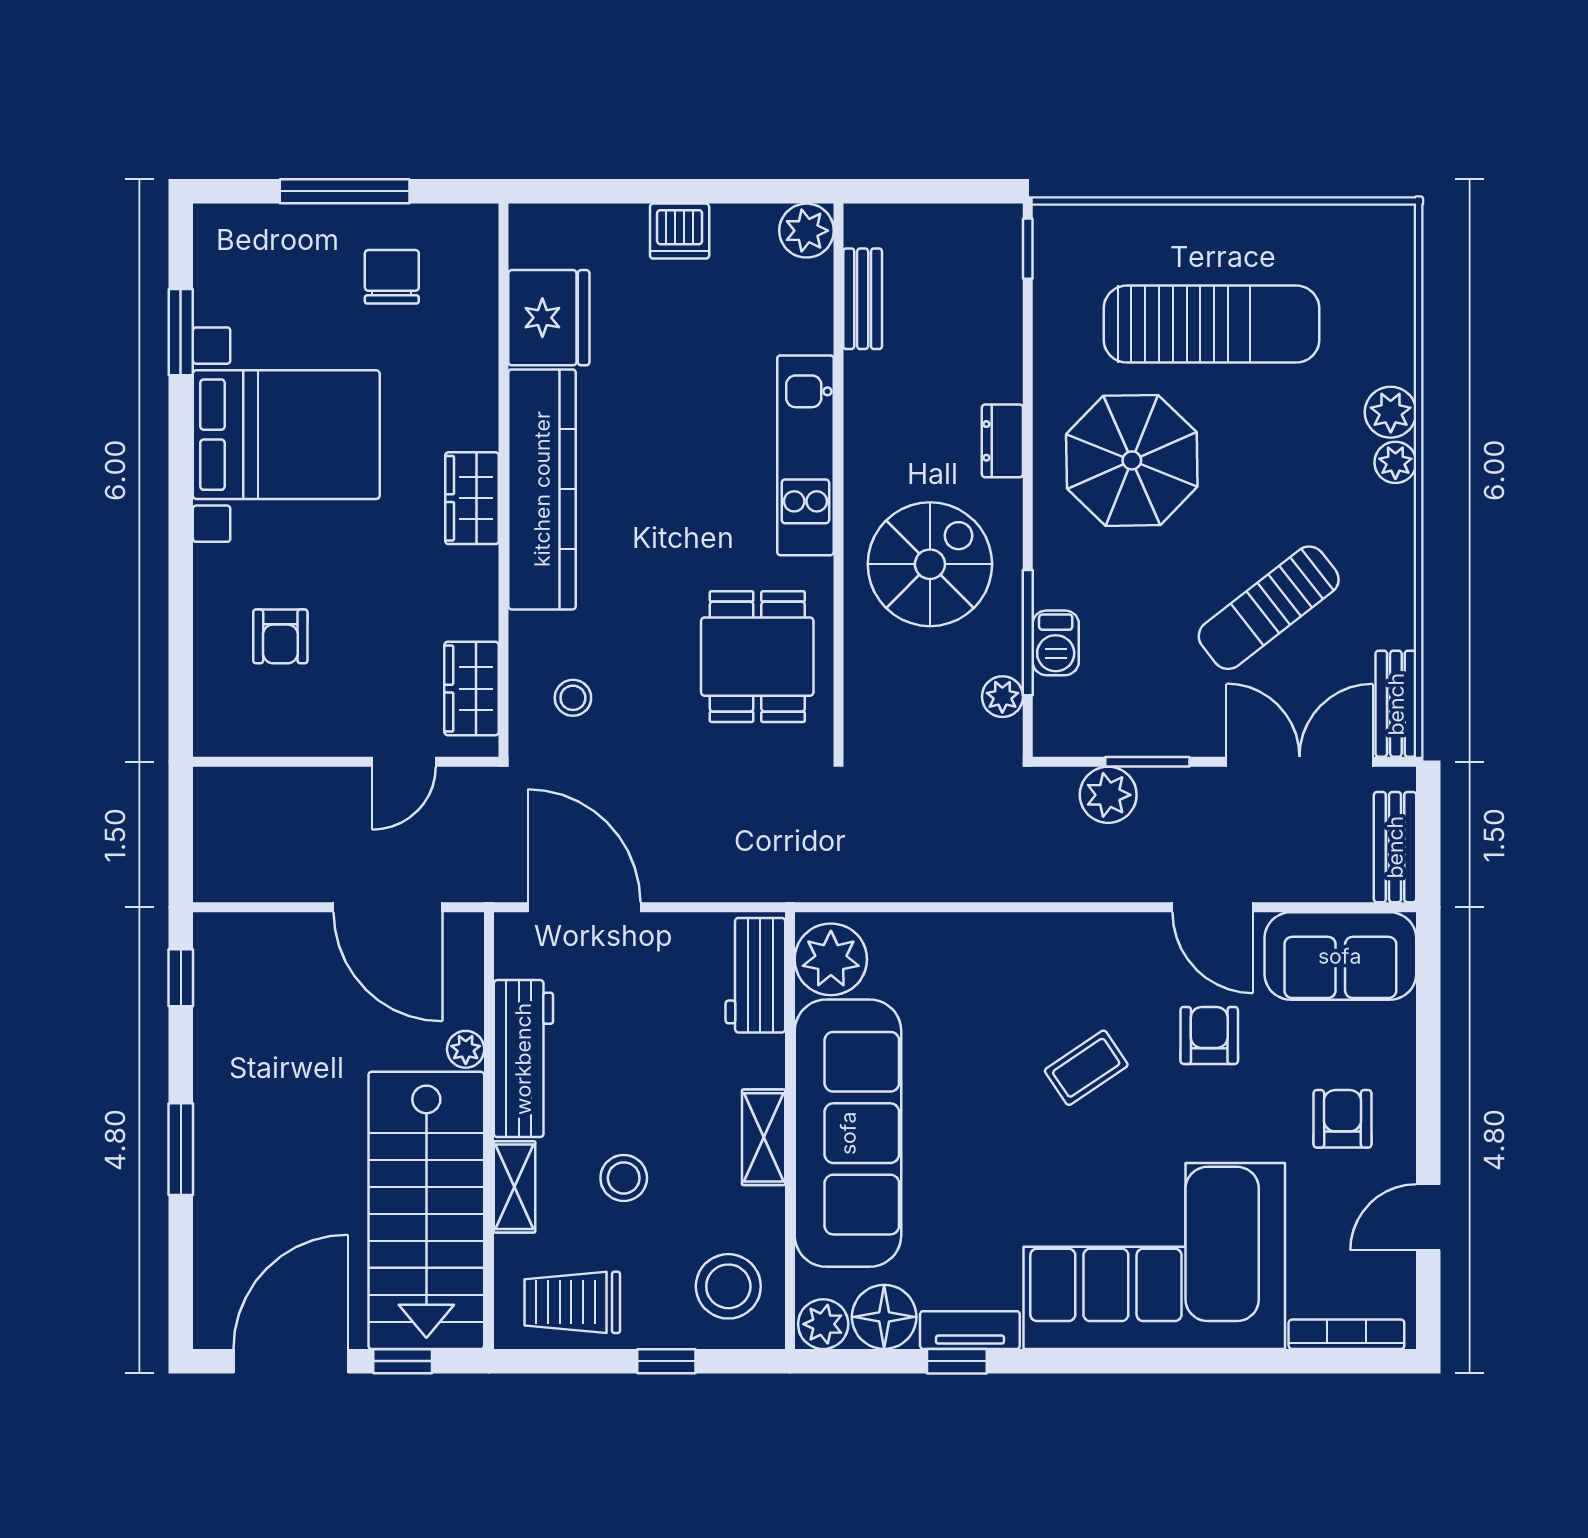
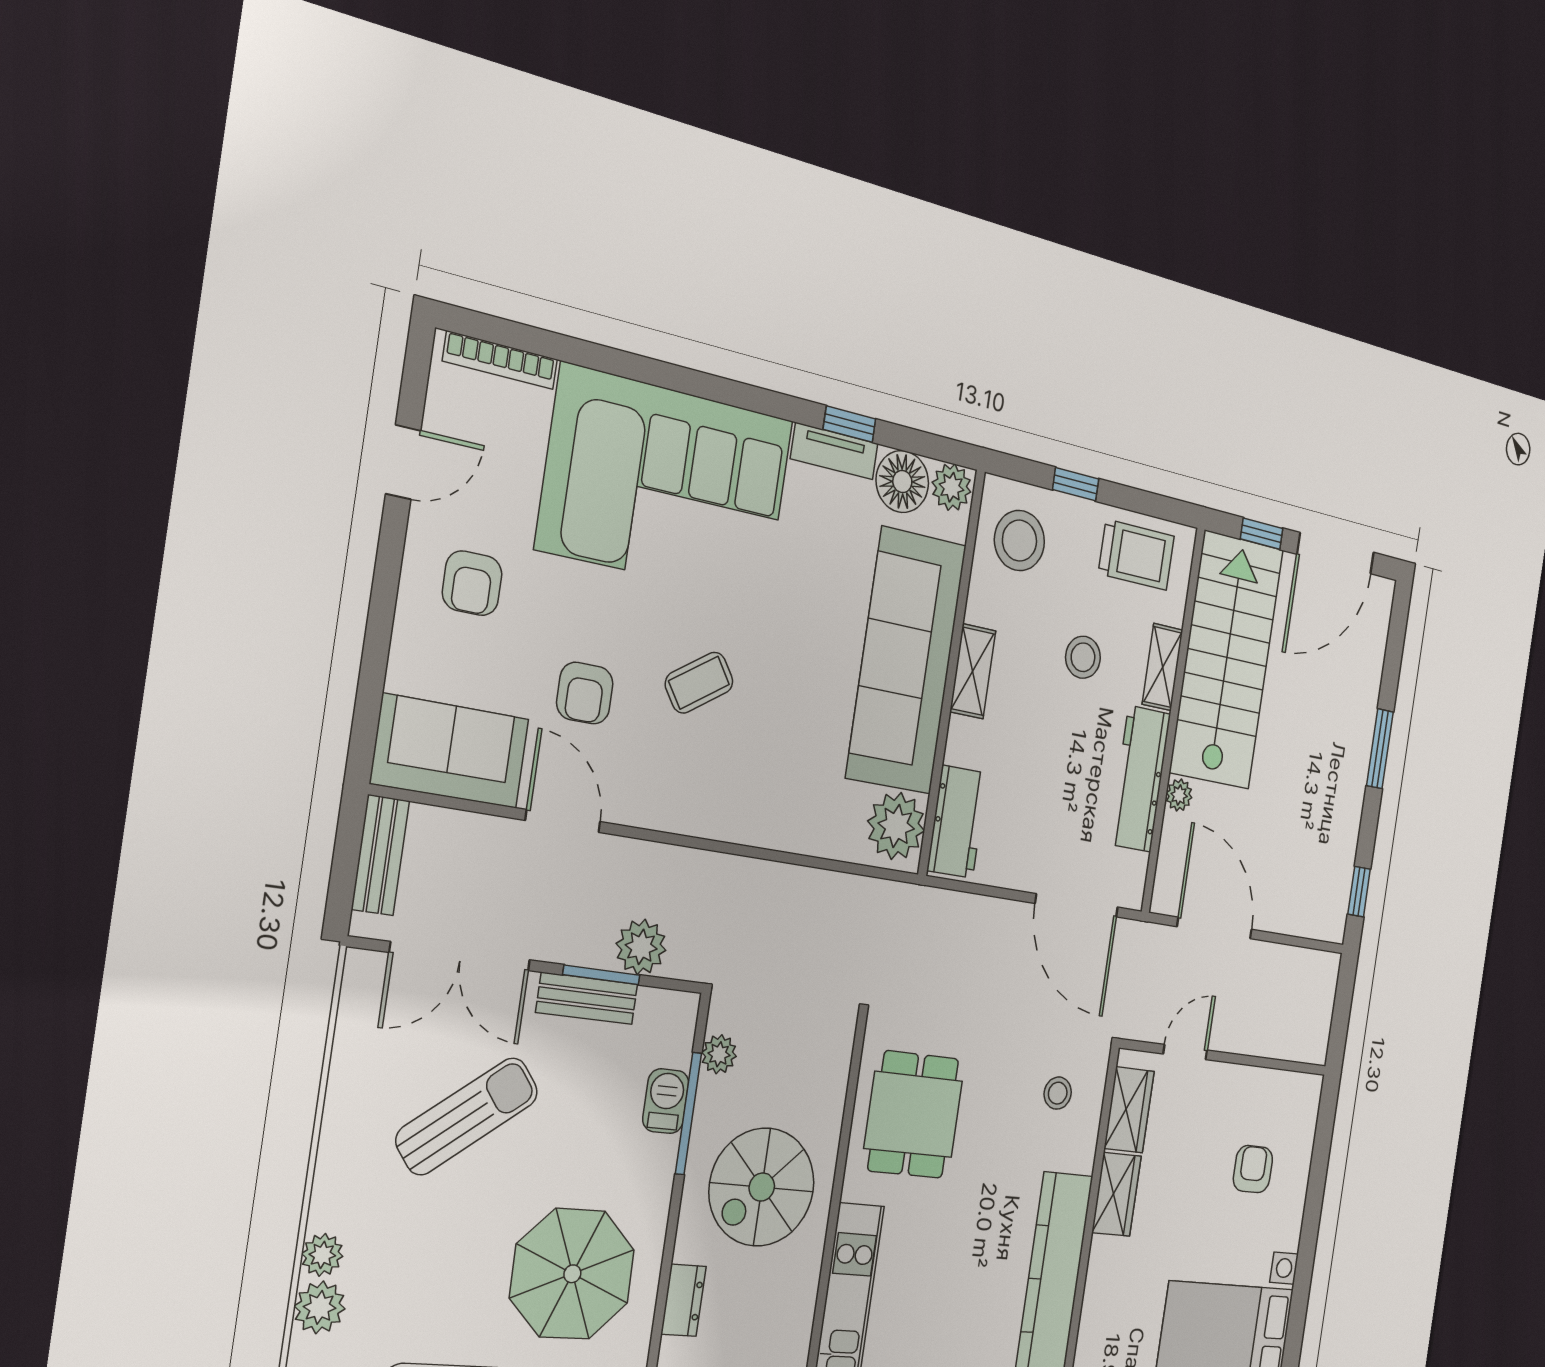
wardrobe: (472, 498) -> (1116, 1194), moved
bench: (1396, 704) -> (587, 998), moved, turned 90

